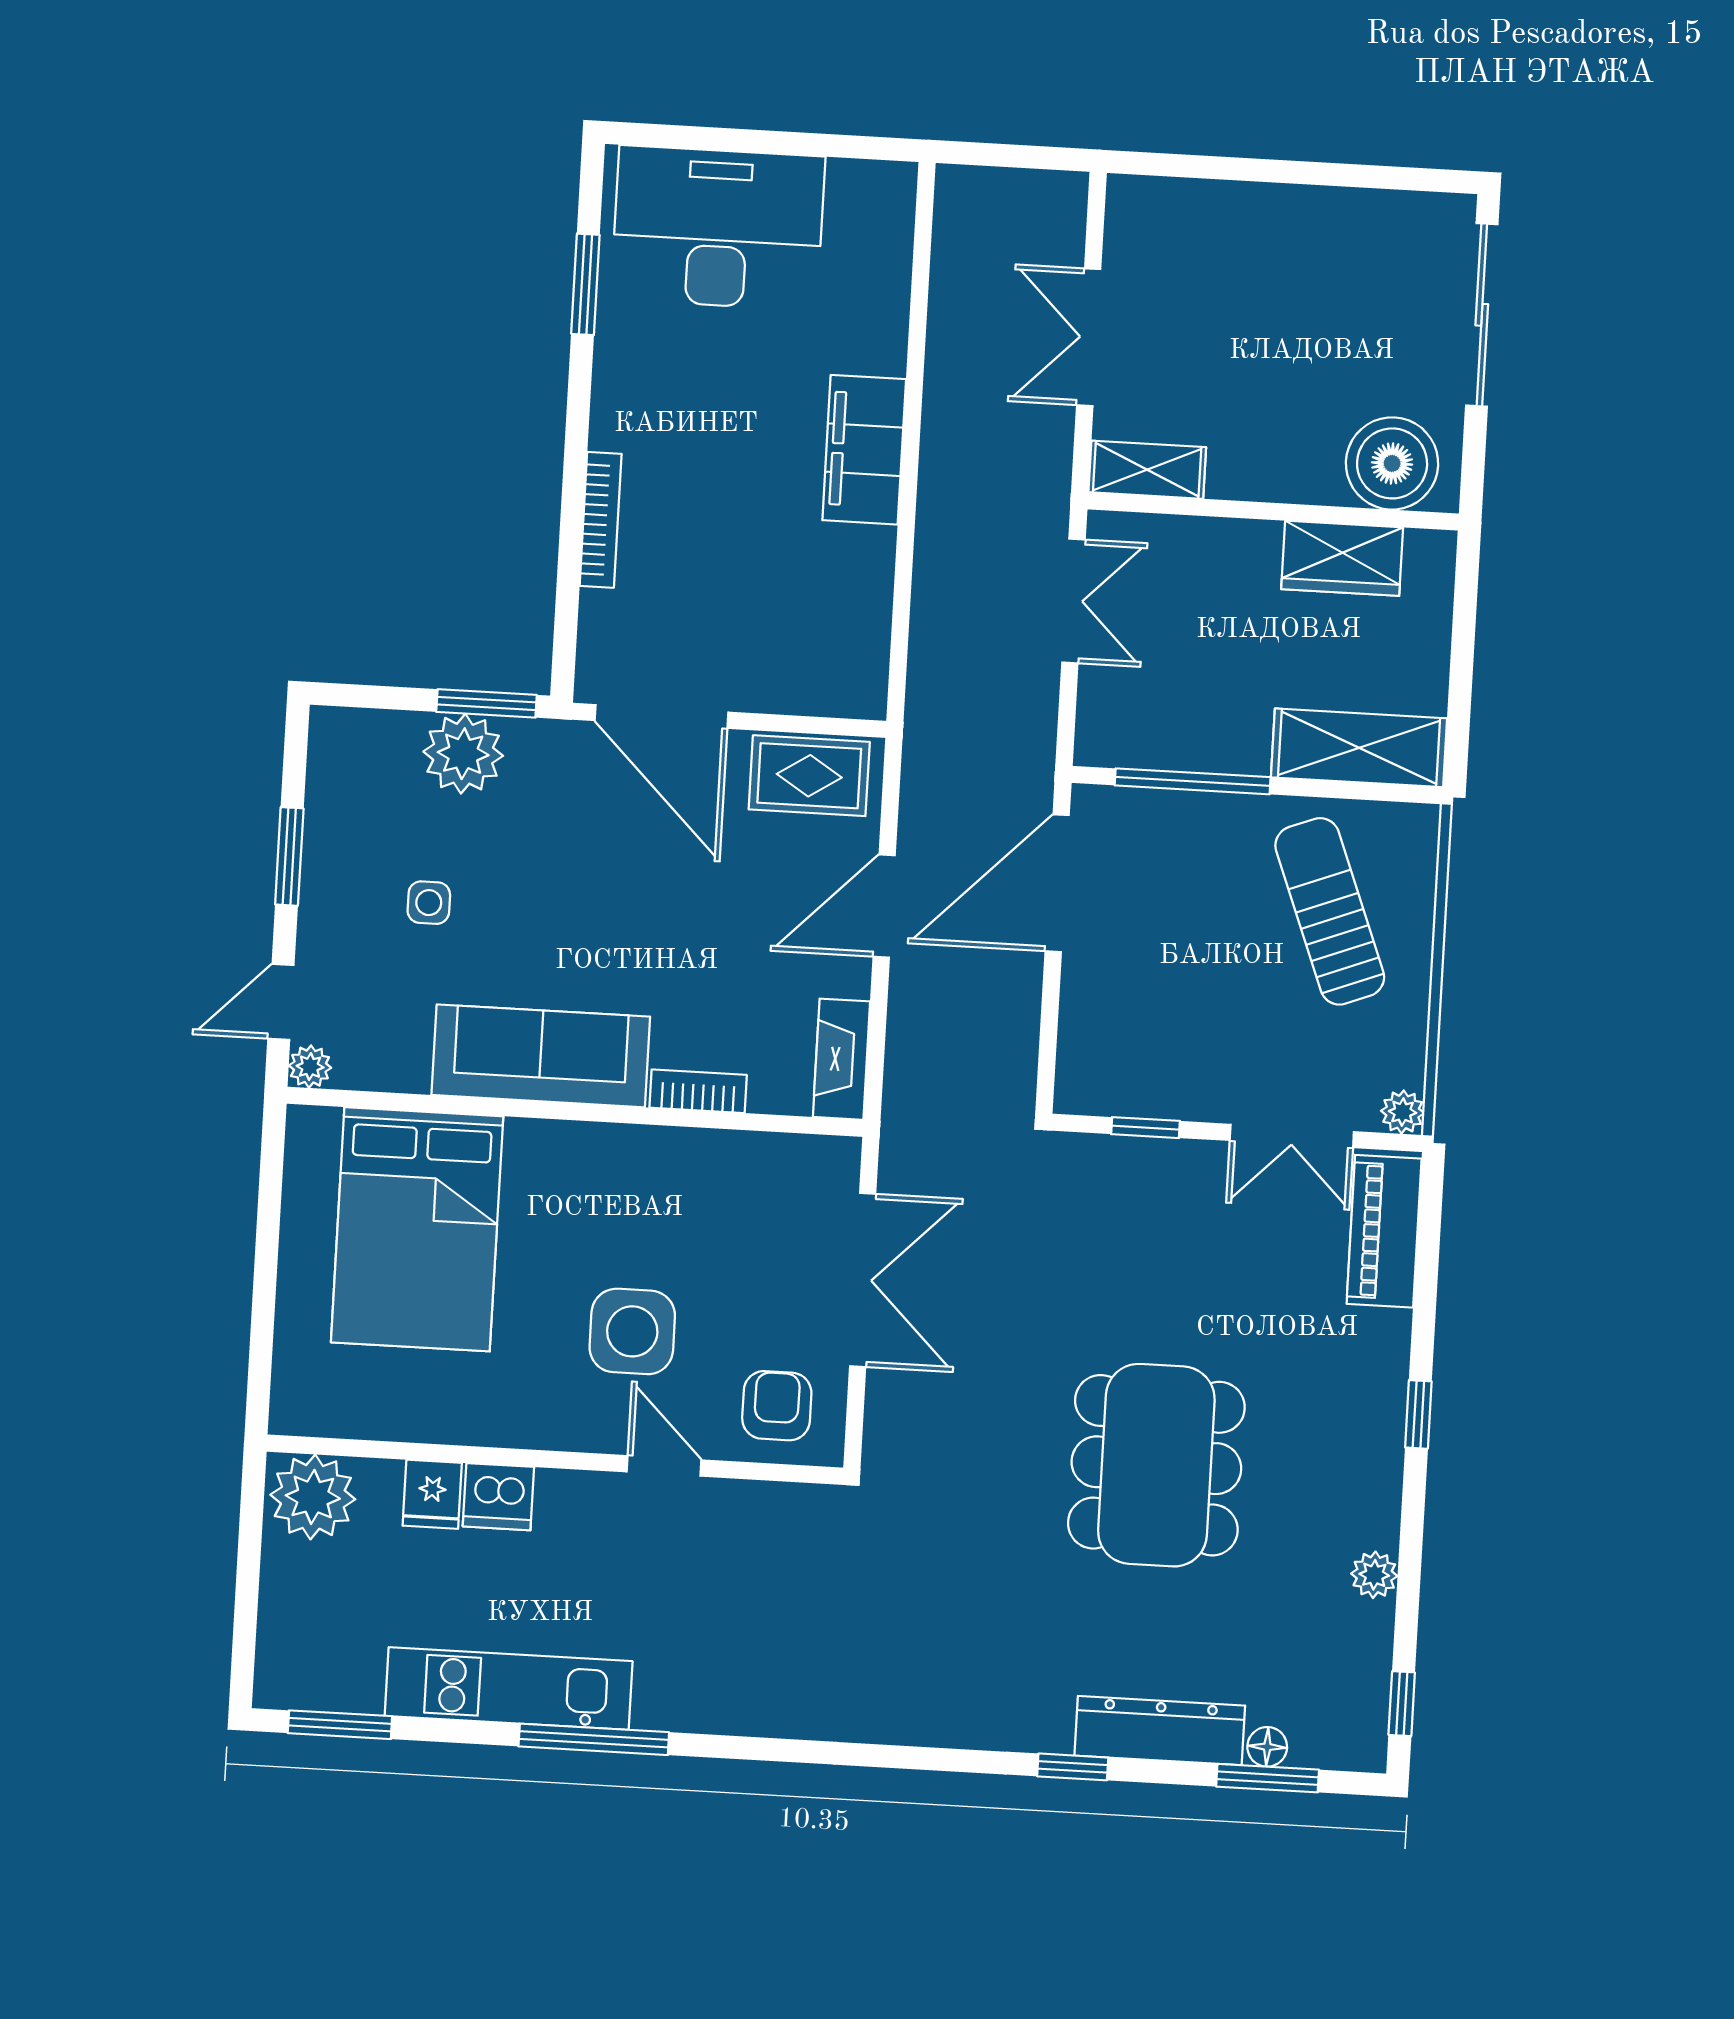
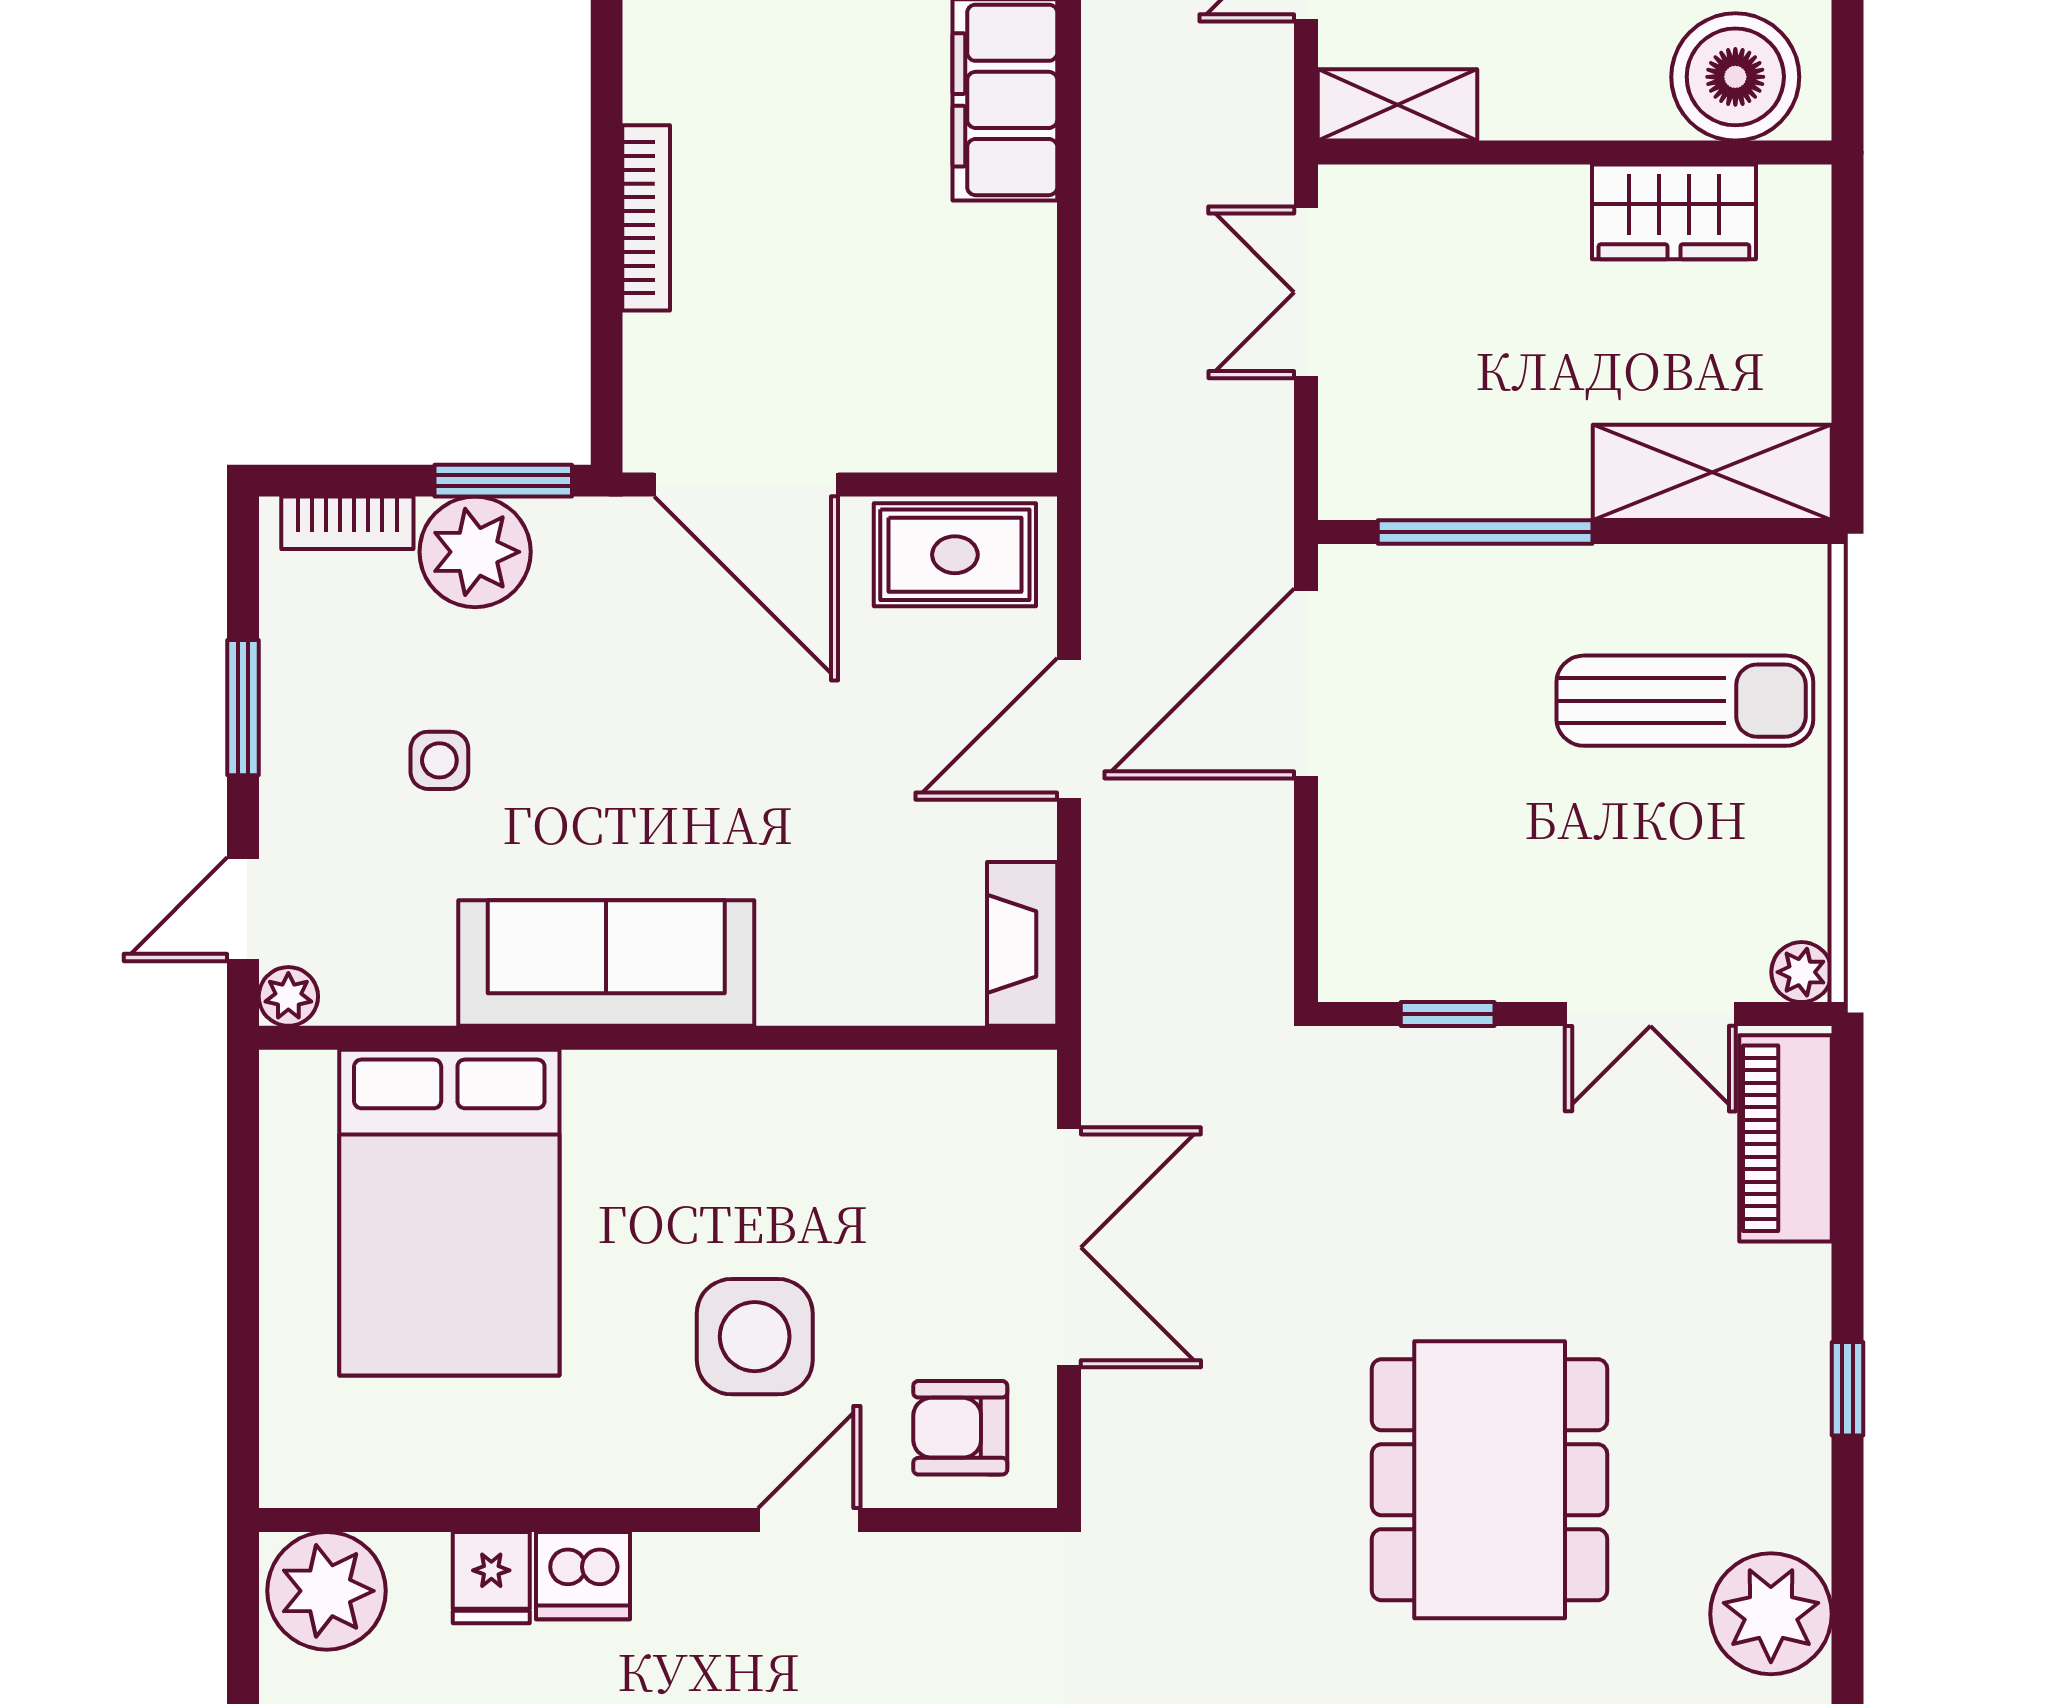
double door: (1073, 601) -> (1306, 292), swing flipped
sun lounger: (1330, 911) -> (1685, 701), turned 111
bookcase: (698, 1091) -> (347, 523), moved, turned 180
armchair: (777, 1406) -> (960, 1428), turned -90
door: (664, 1466) -> (809, 1520), hinge flipped
plant: (1374, 1575) -> (1771, 1614), width x1.88, depth x1.88

